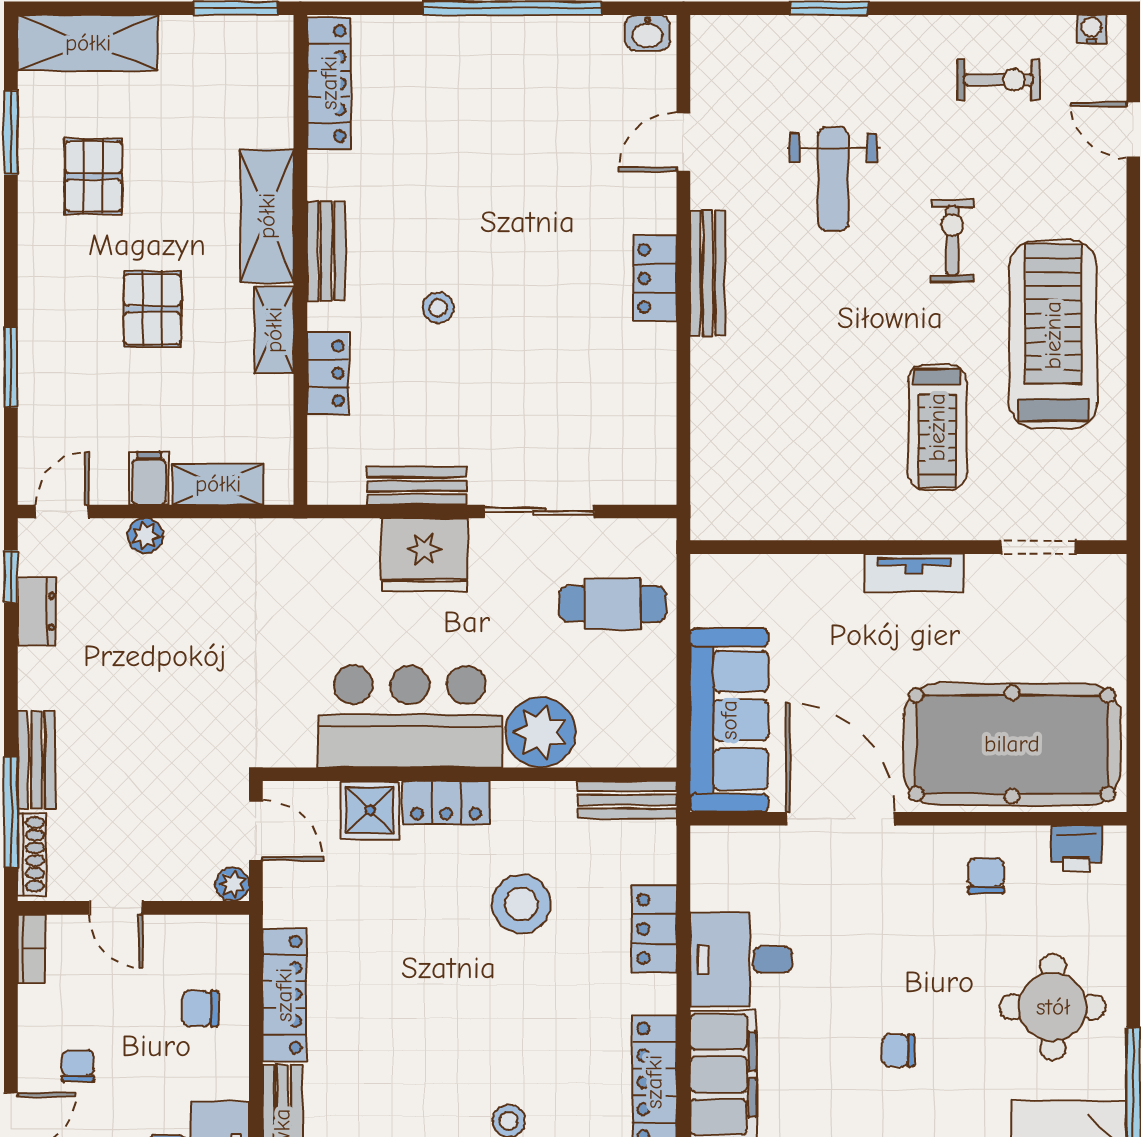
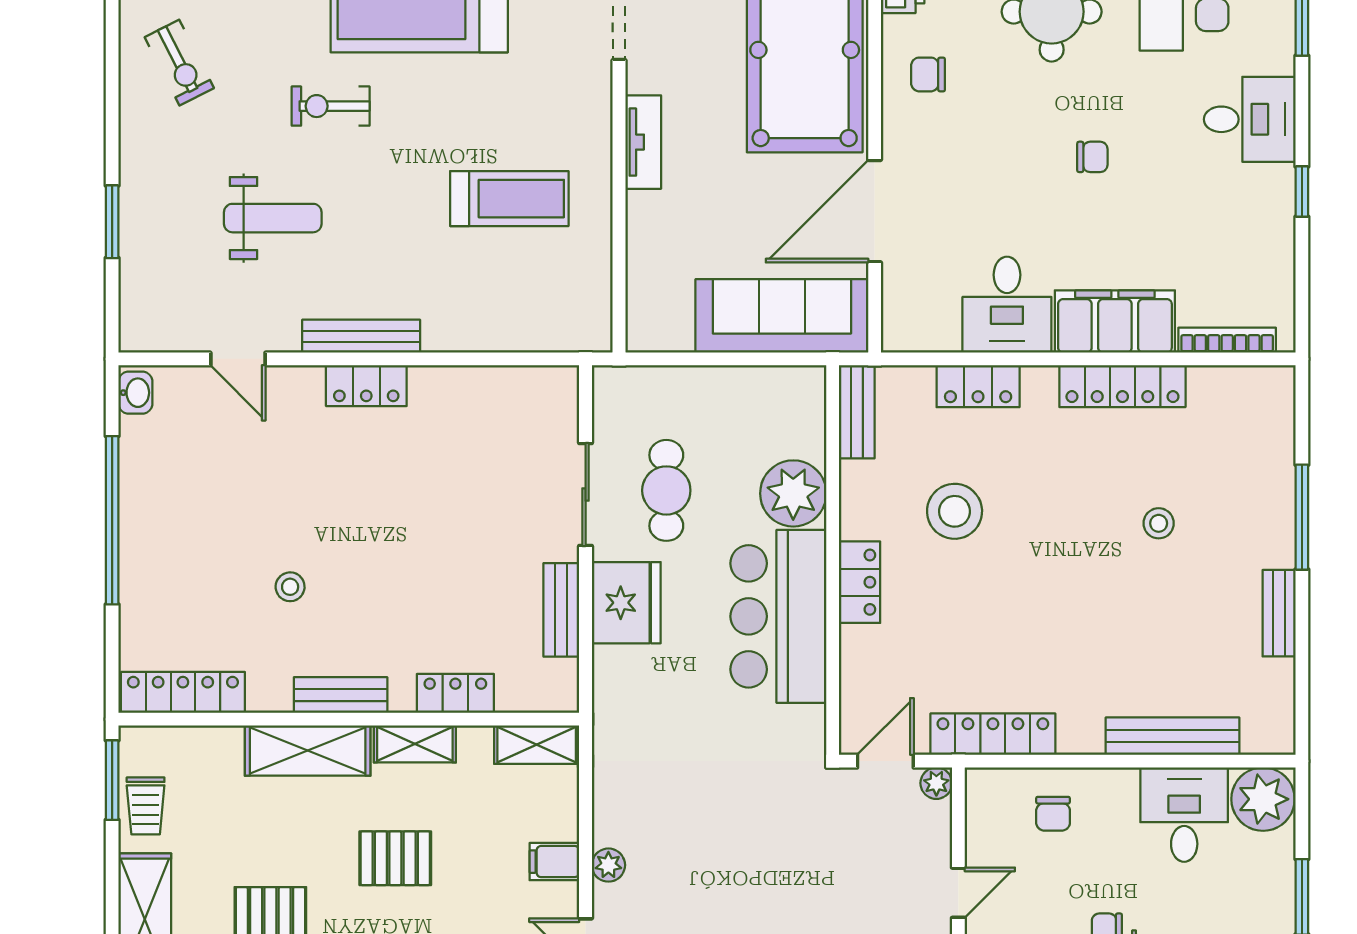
trolley: (208, 44) -> (146, 806), added
exercise bike: (998, 80) -> (179, 63), turned 153
stool: (438, 308) -> (290, 587), moved
treadmill: (937, 427) -> (509, 199), moved
shelving: (218, 484) -> (537, 745), moved, turned 90
cafe table: (613, 604) -> (666, 490), moved
shower: (370, 810) -> (866, 654), removed
locker: (284, 995) -> (993, 734), moved
chair: (898, 1050) -> (1092, 157), turned -90

